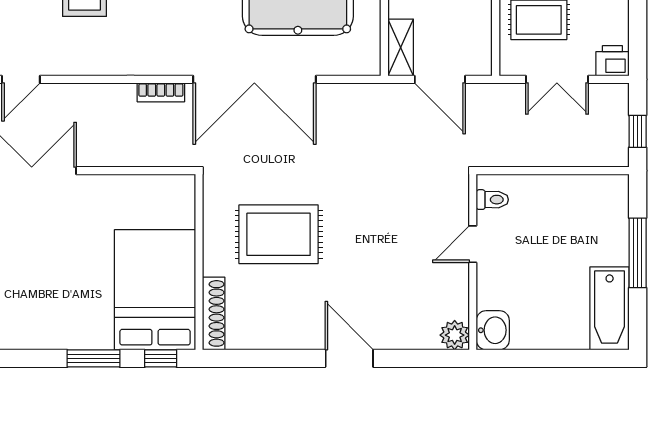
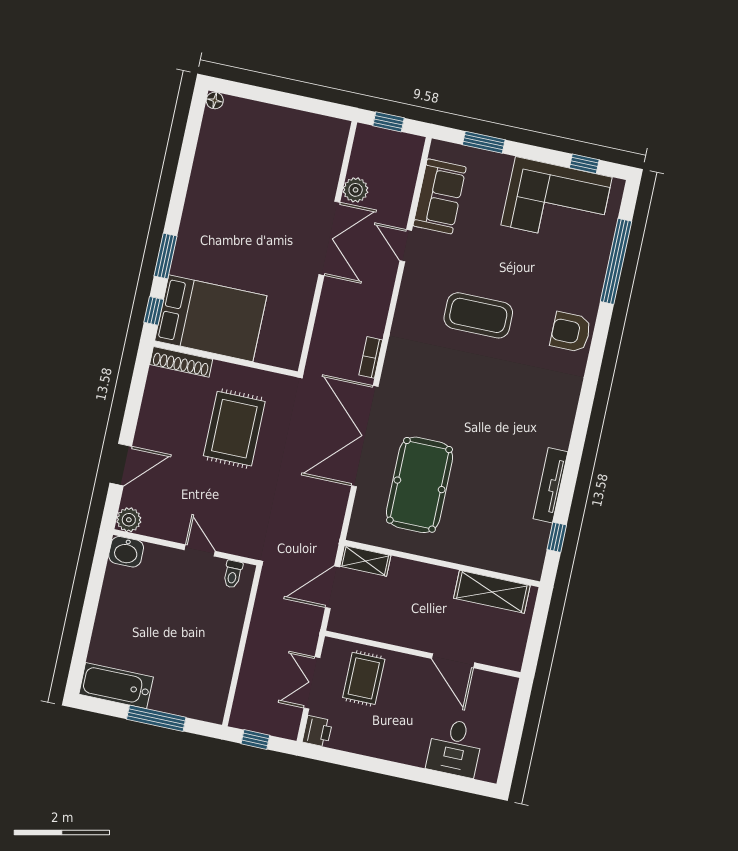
toilet: (492, 200) -> (233, 574), moved
door: (473, 244) -> (200, 550), moved
wall: (473, 262) -> (185, 547), moved
washbasin: (493, 330) -> (126, 552), moved
plant: (455, 335) -> (129, 520), moved

